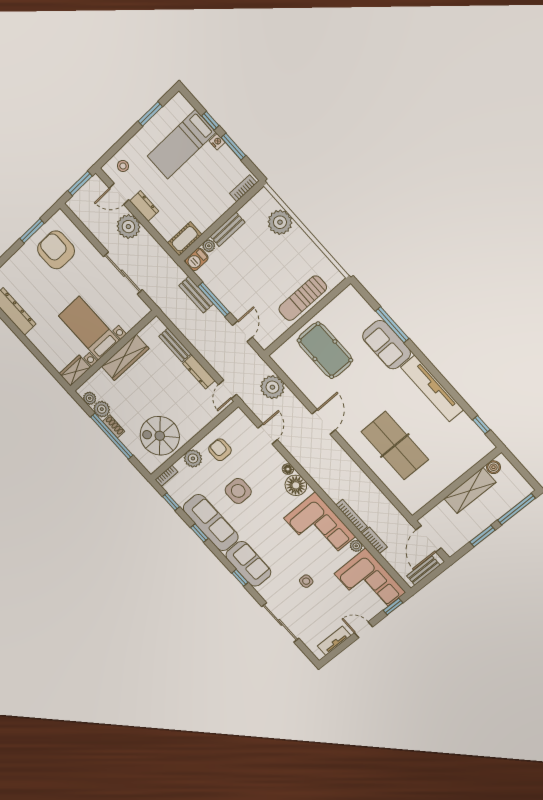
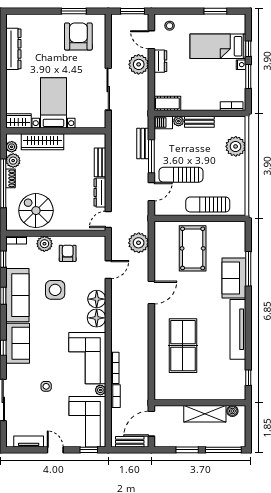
sun lounger: (255, 293) -> (181, 175), added
wardrobe: (125, 357) -> (42, 142), moved
floor lamp: (288, 469) -> (97, 299), width x1.89, depth x1.89

